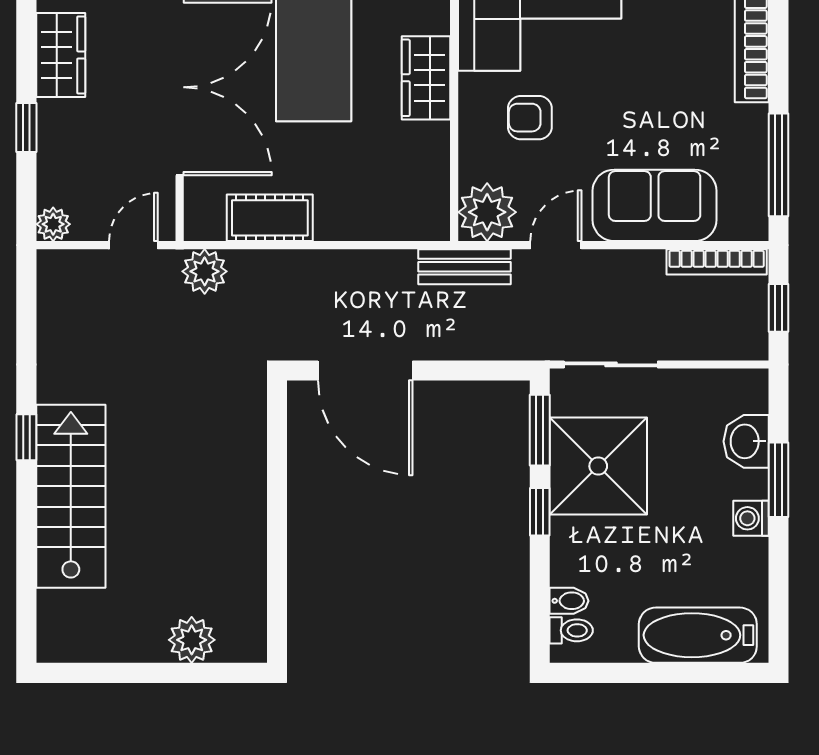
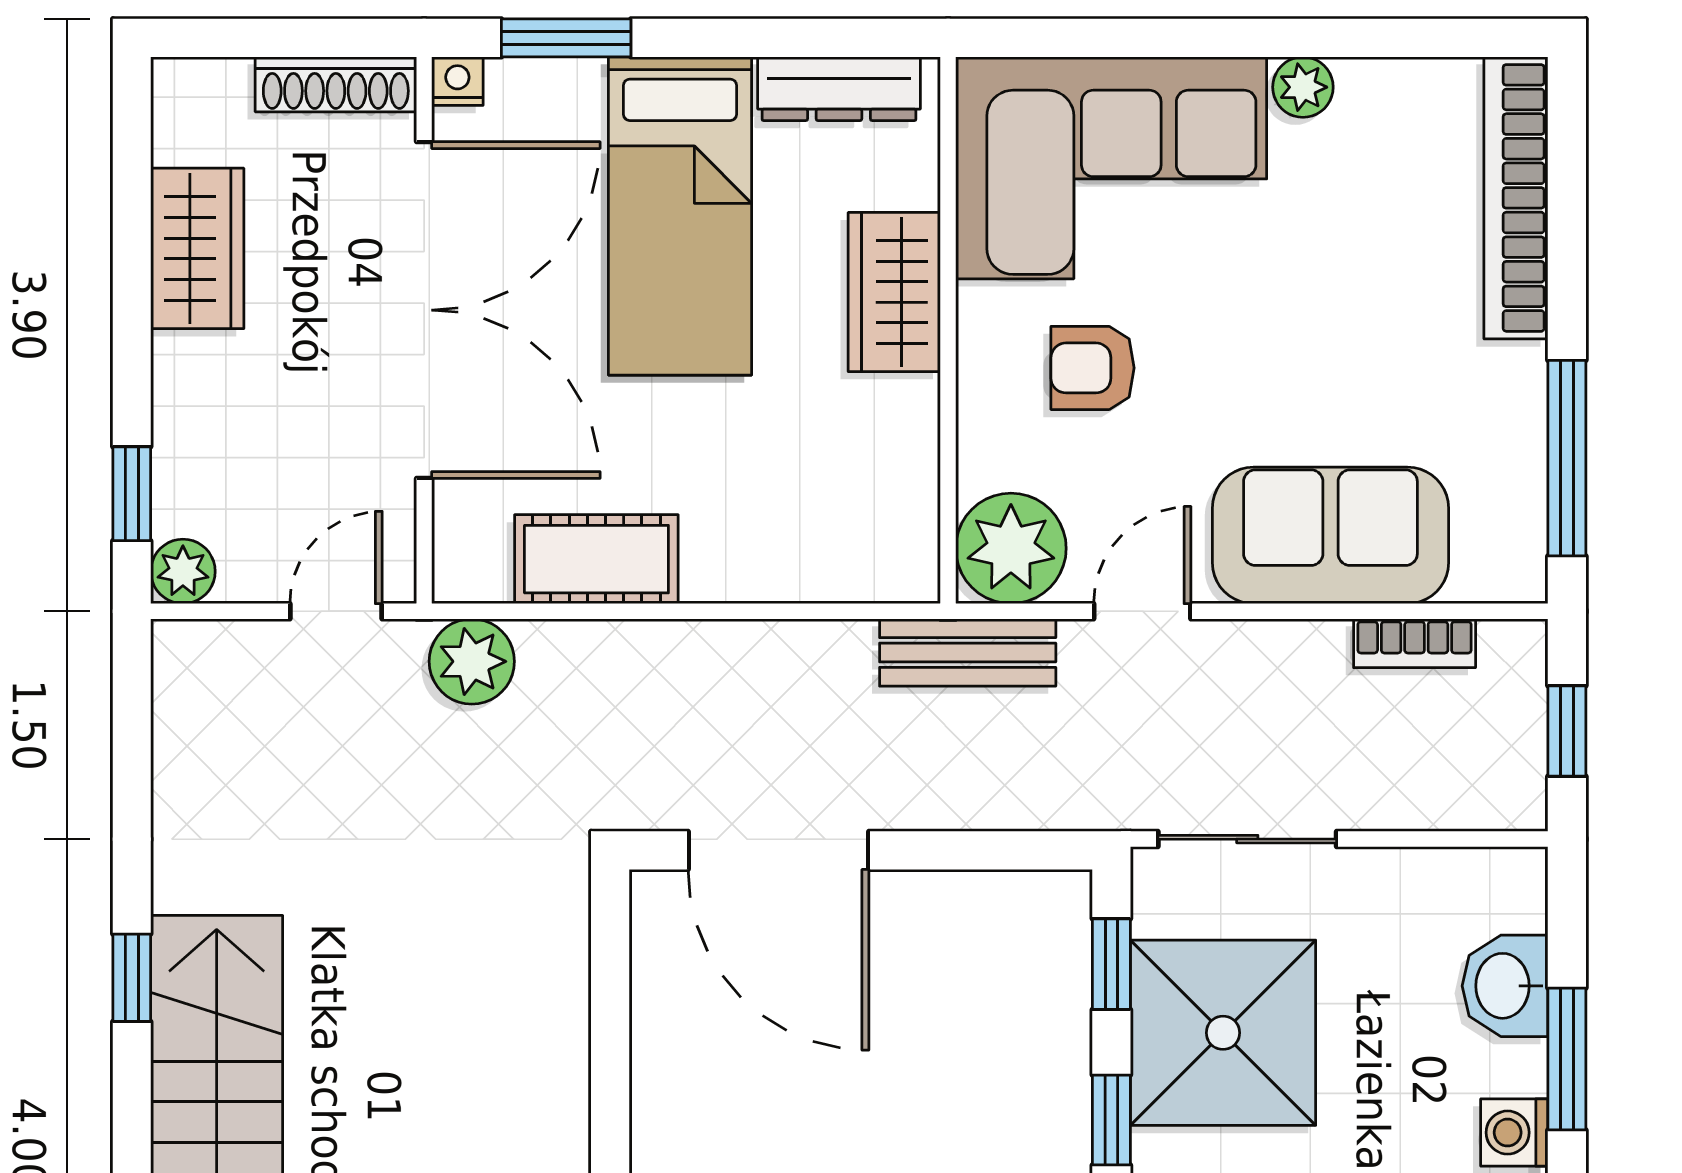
window: (26, 128) -> (132, 494), moved
bookcase: (717, 262) -> (1415, 643), width x0.64
window: (540, 430) -> (1111, 964), width x0.67

